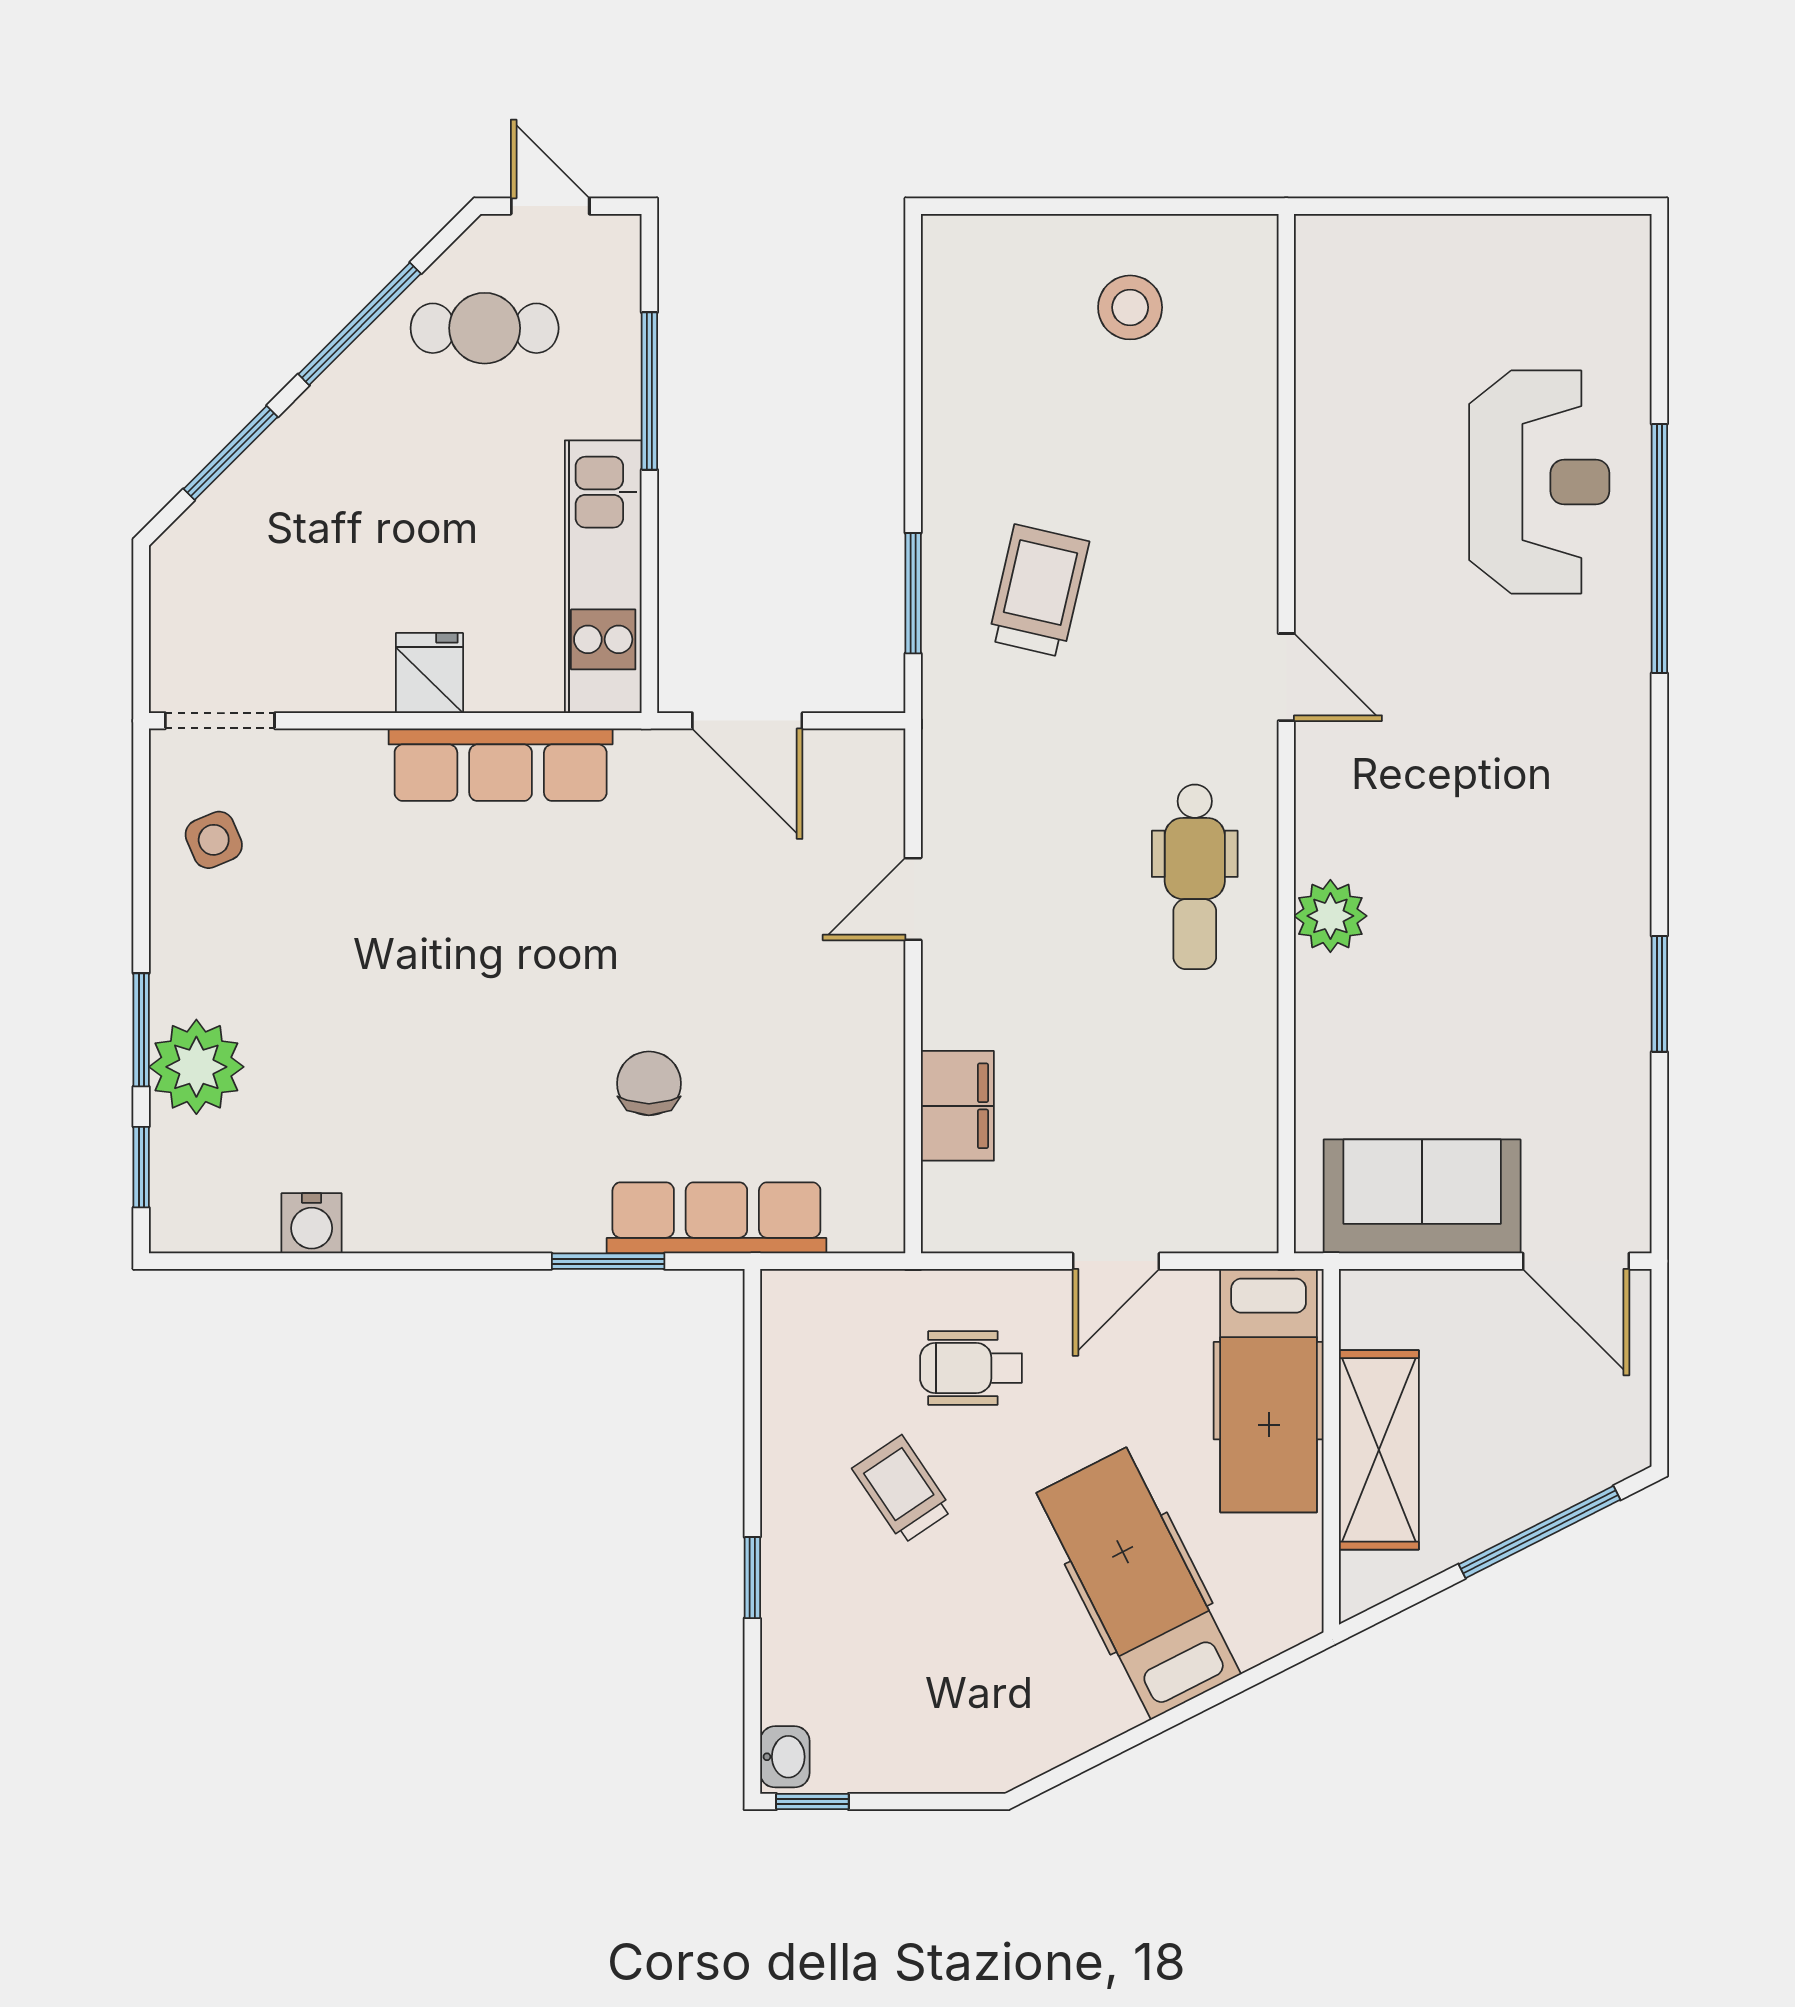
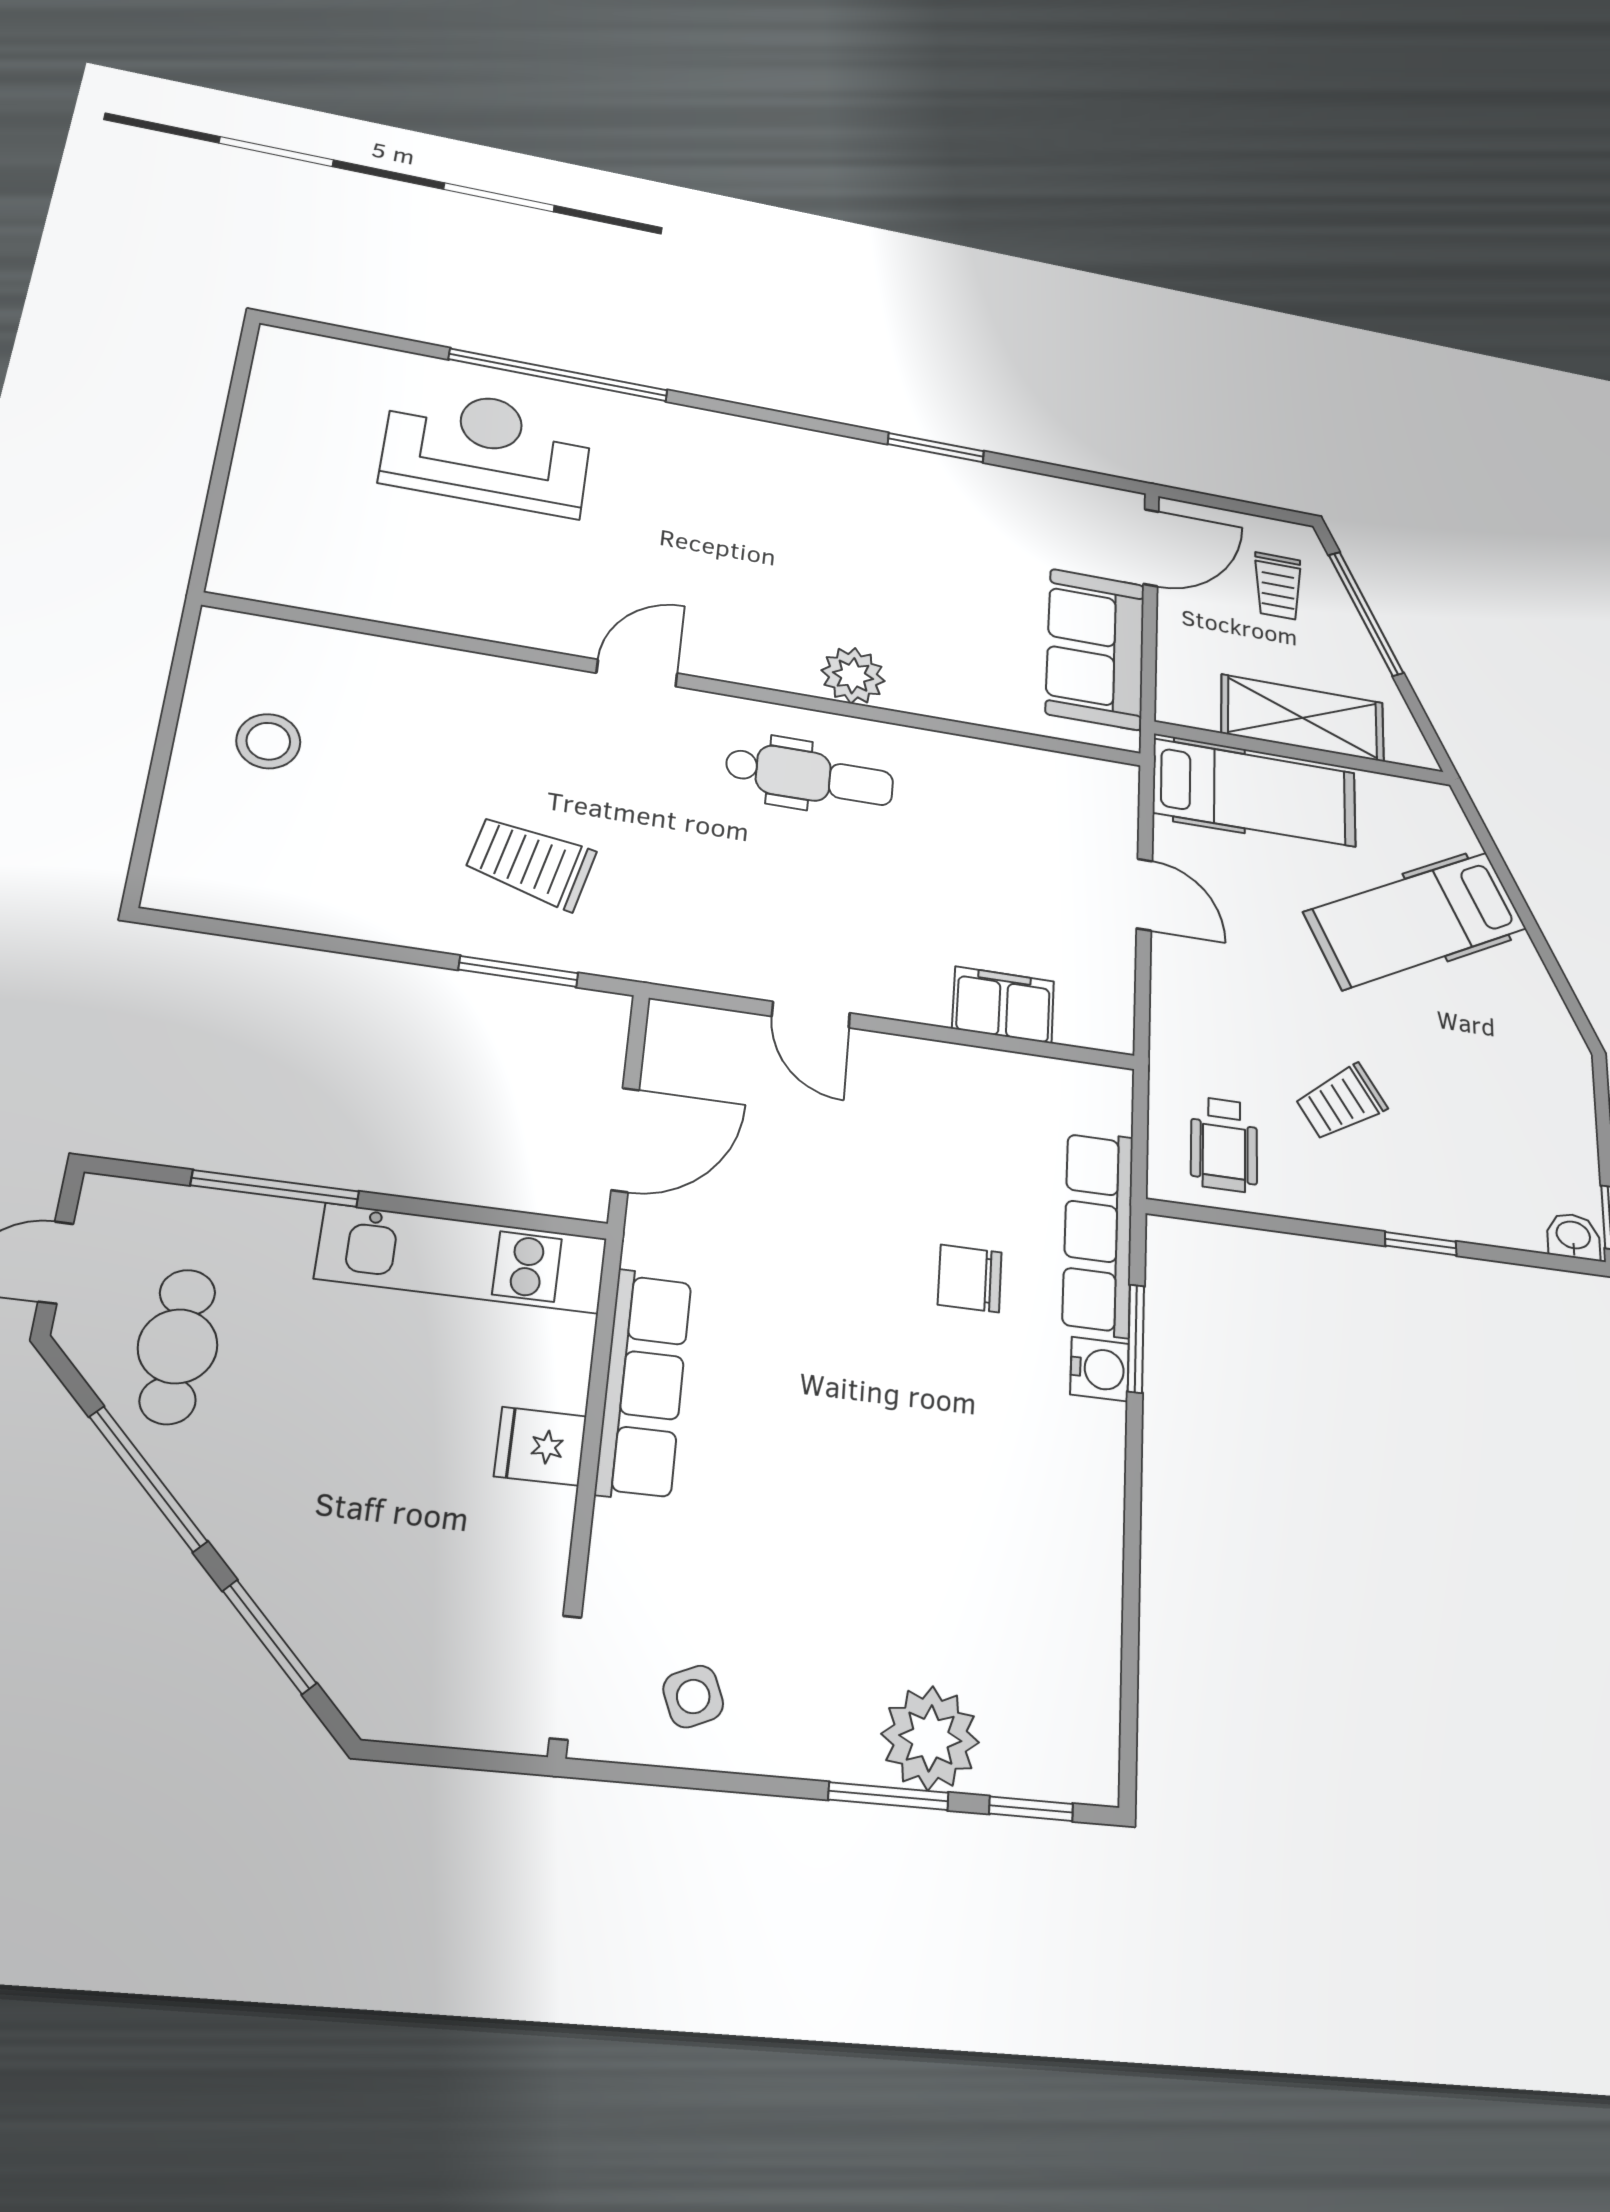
water cooler: (312, 1223) -> (1100, 1369), moved
wheelchair: (971, 1368) -> (1224, 1144), moved
trolley: (1555, 1420) -> (1278, 586), added

